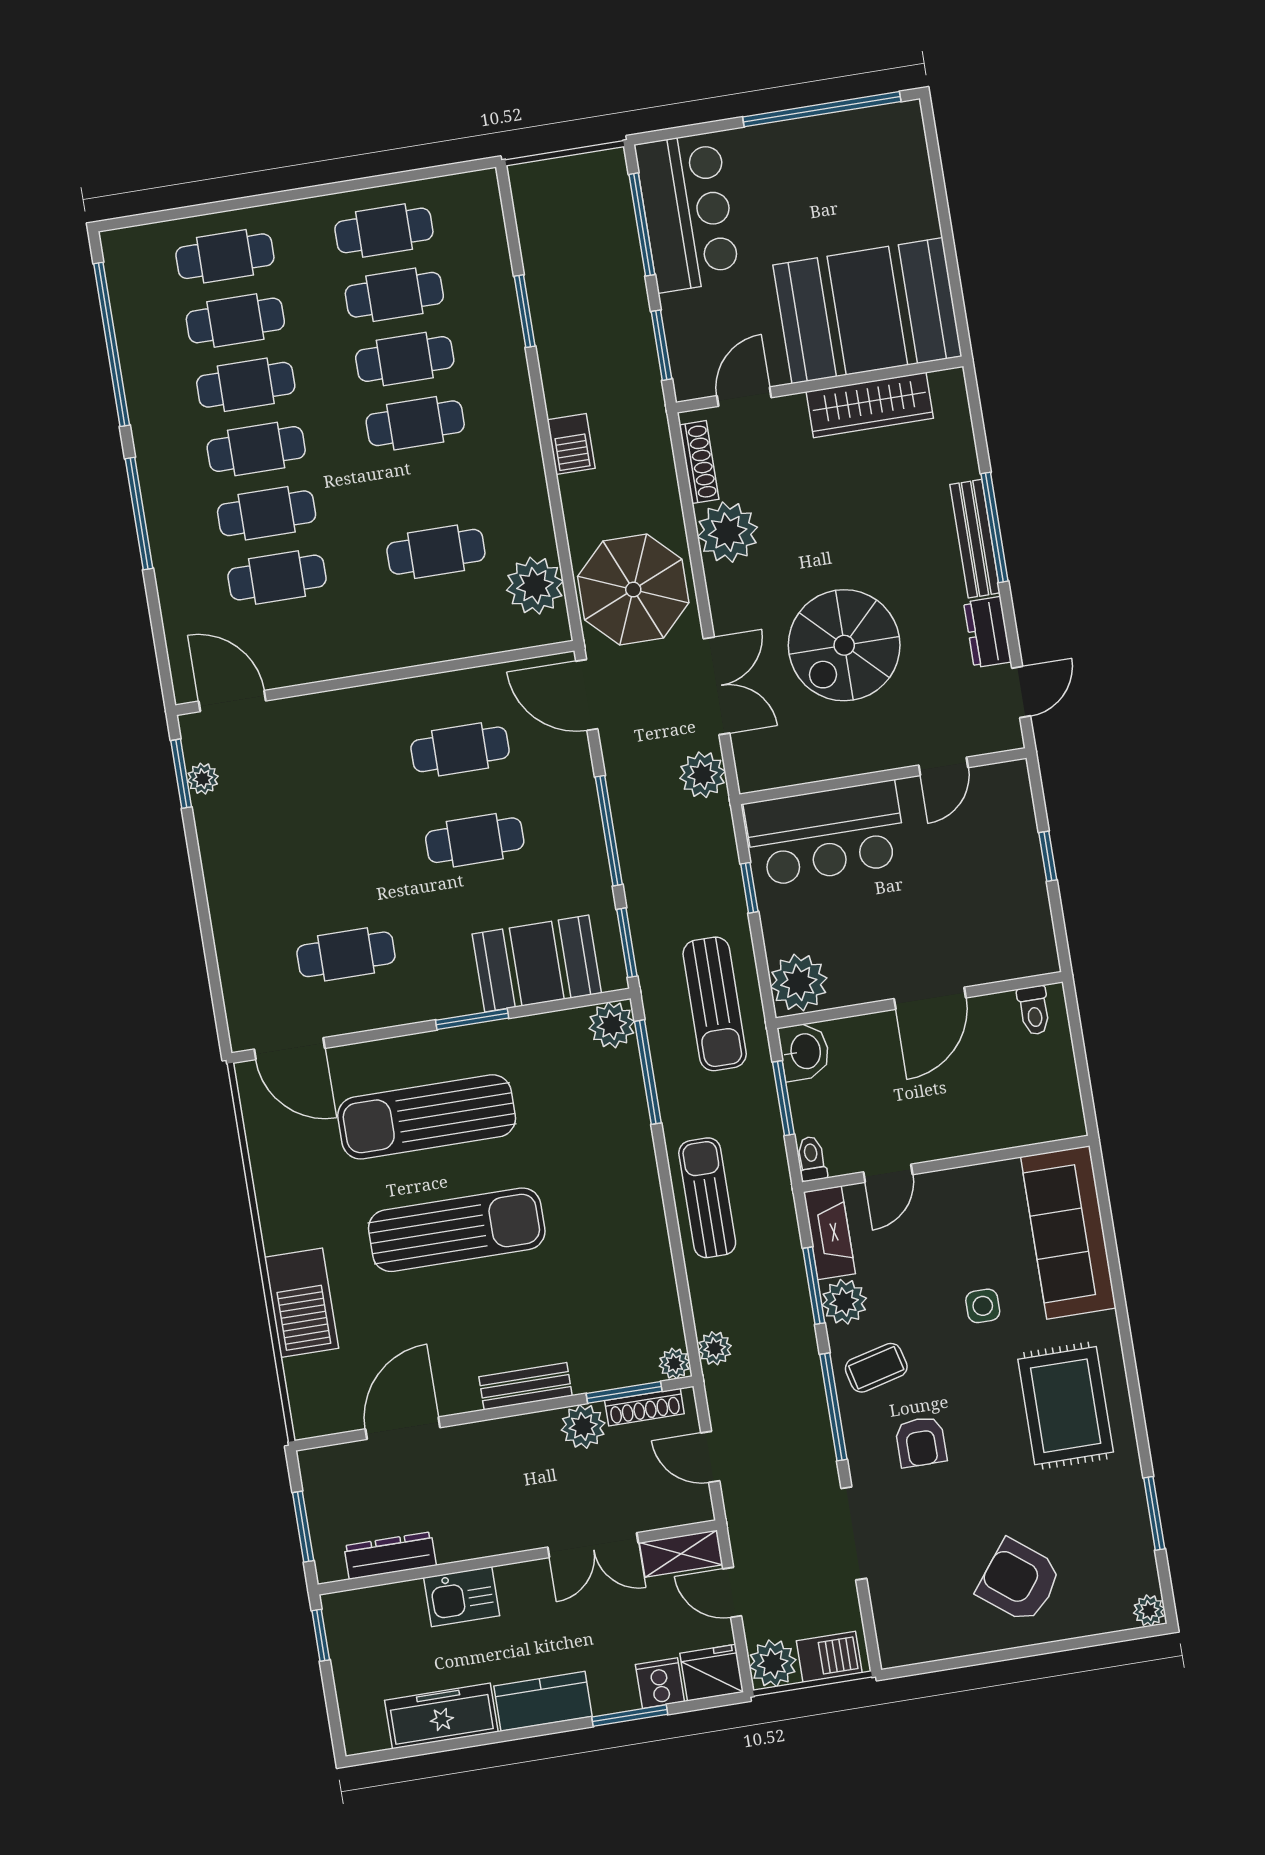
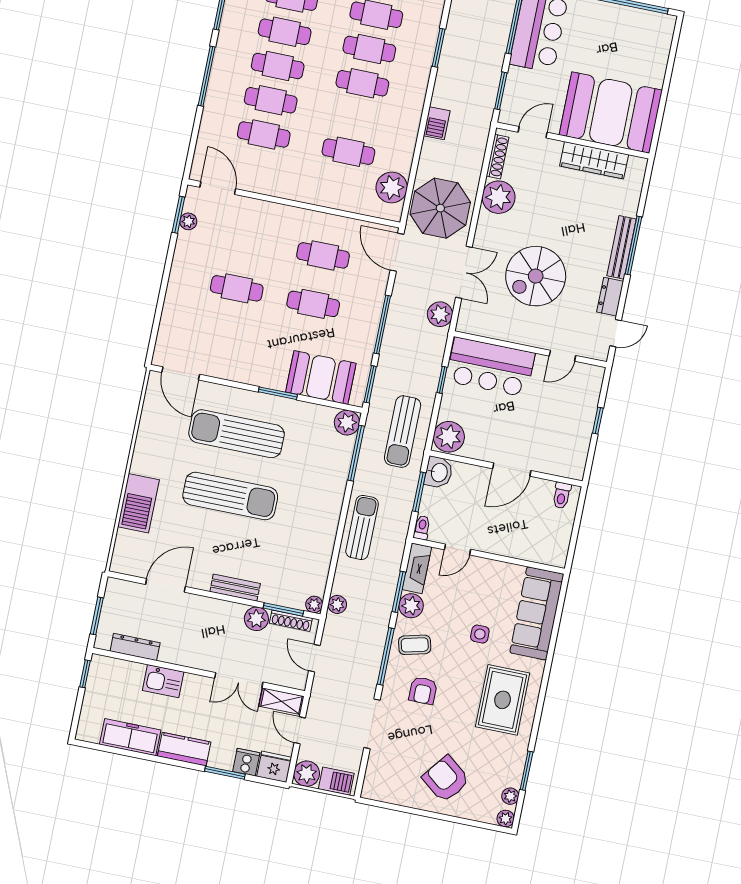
cafe table: (346, 954) -> (237, 288), moved
plant: (1142, 1568) -> (510, 796), added

